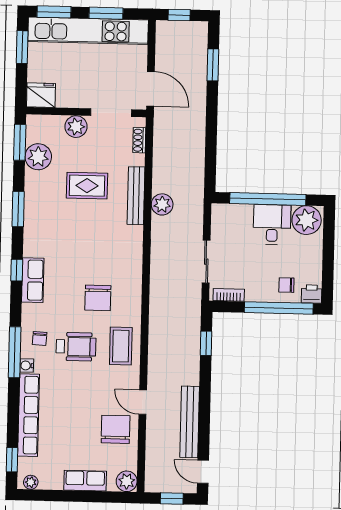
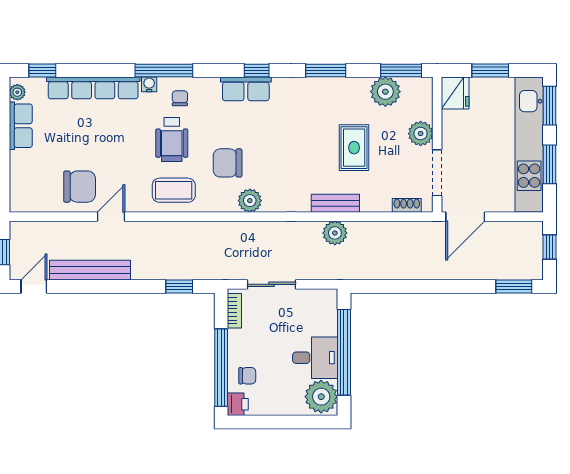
window: (22, 47) -> (490, 70), moved
window: (213, 65) -> (514, 286), moved
bench: (136, 196) -> (335, 203), width x0.73
chair: (286, 285) -> (247, 376), turned 90
chair: (40, 339) -> (180, 98), turned 87
row of seats: (85, 481) -> (21, 126), moved
plant: (127, 481) -> (250, 201), moved

